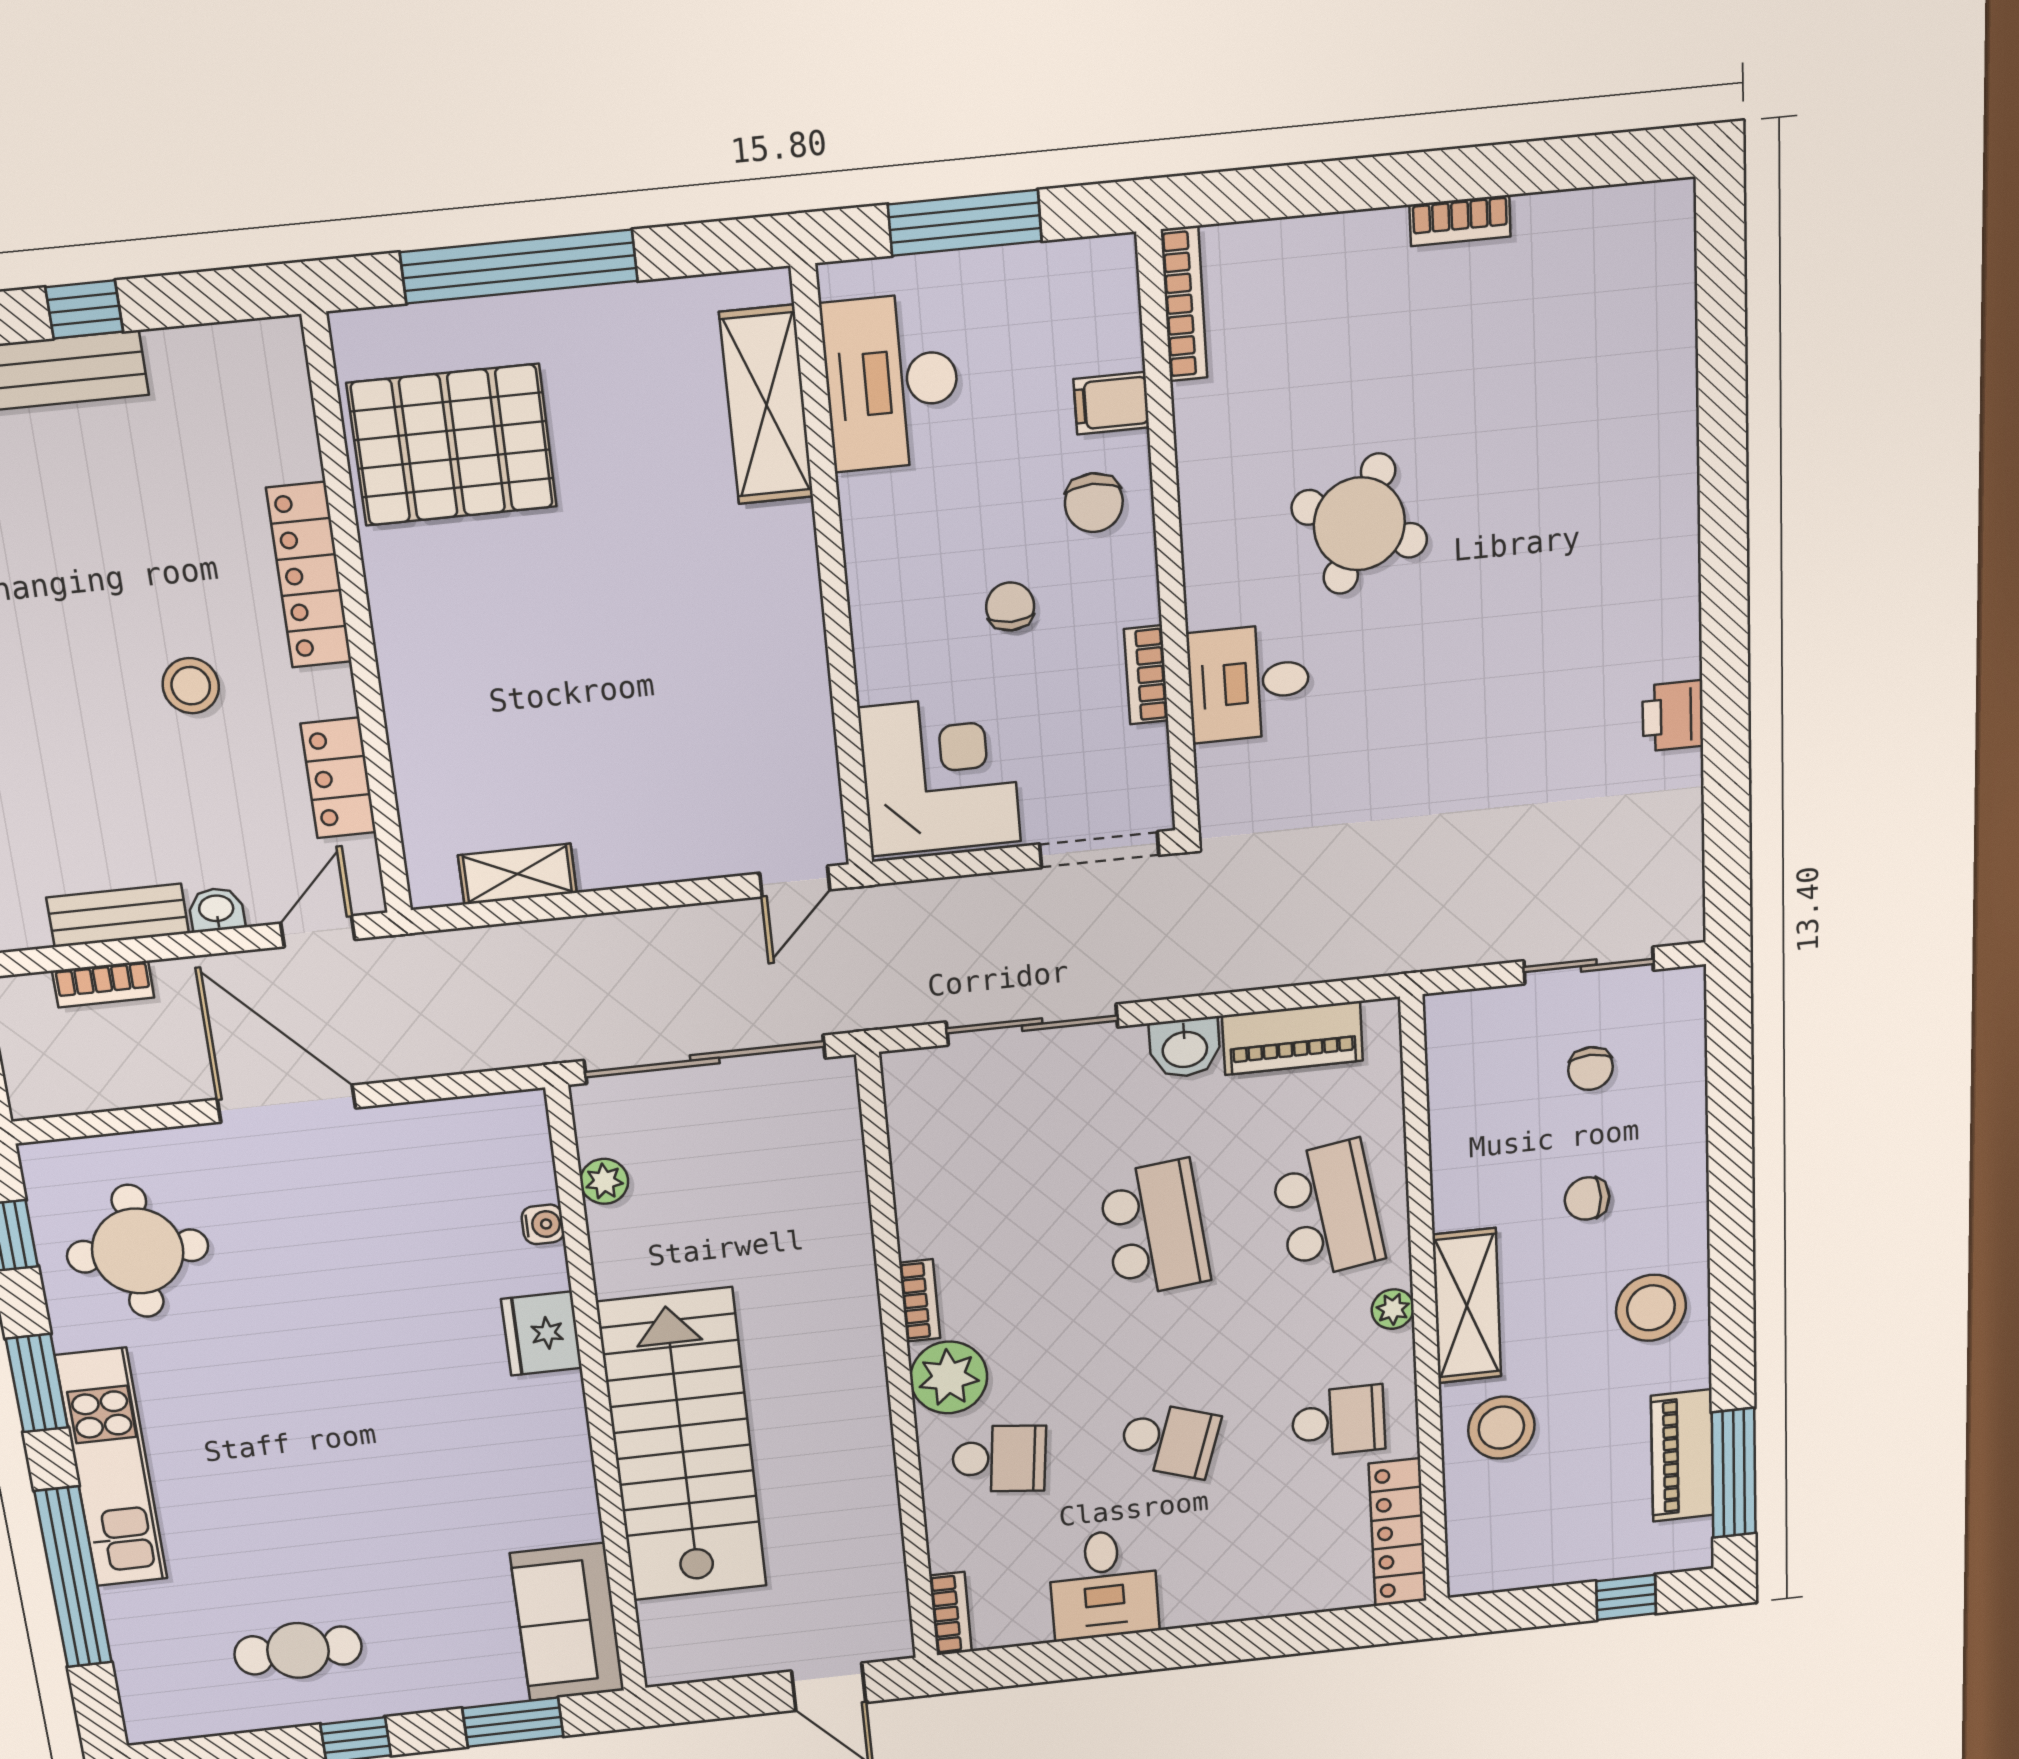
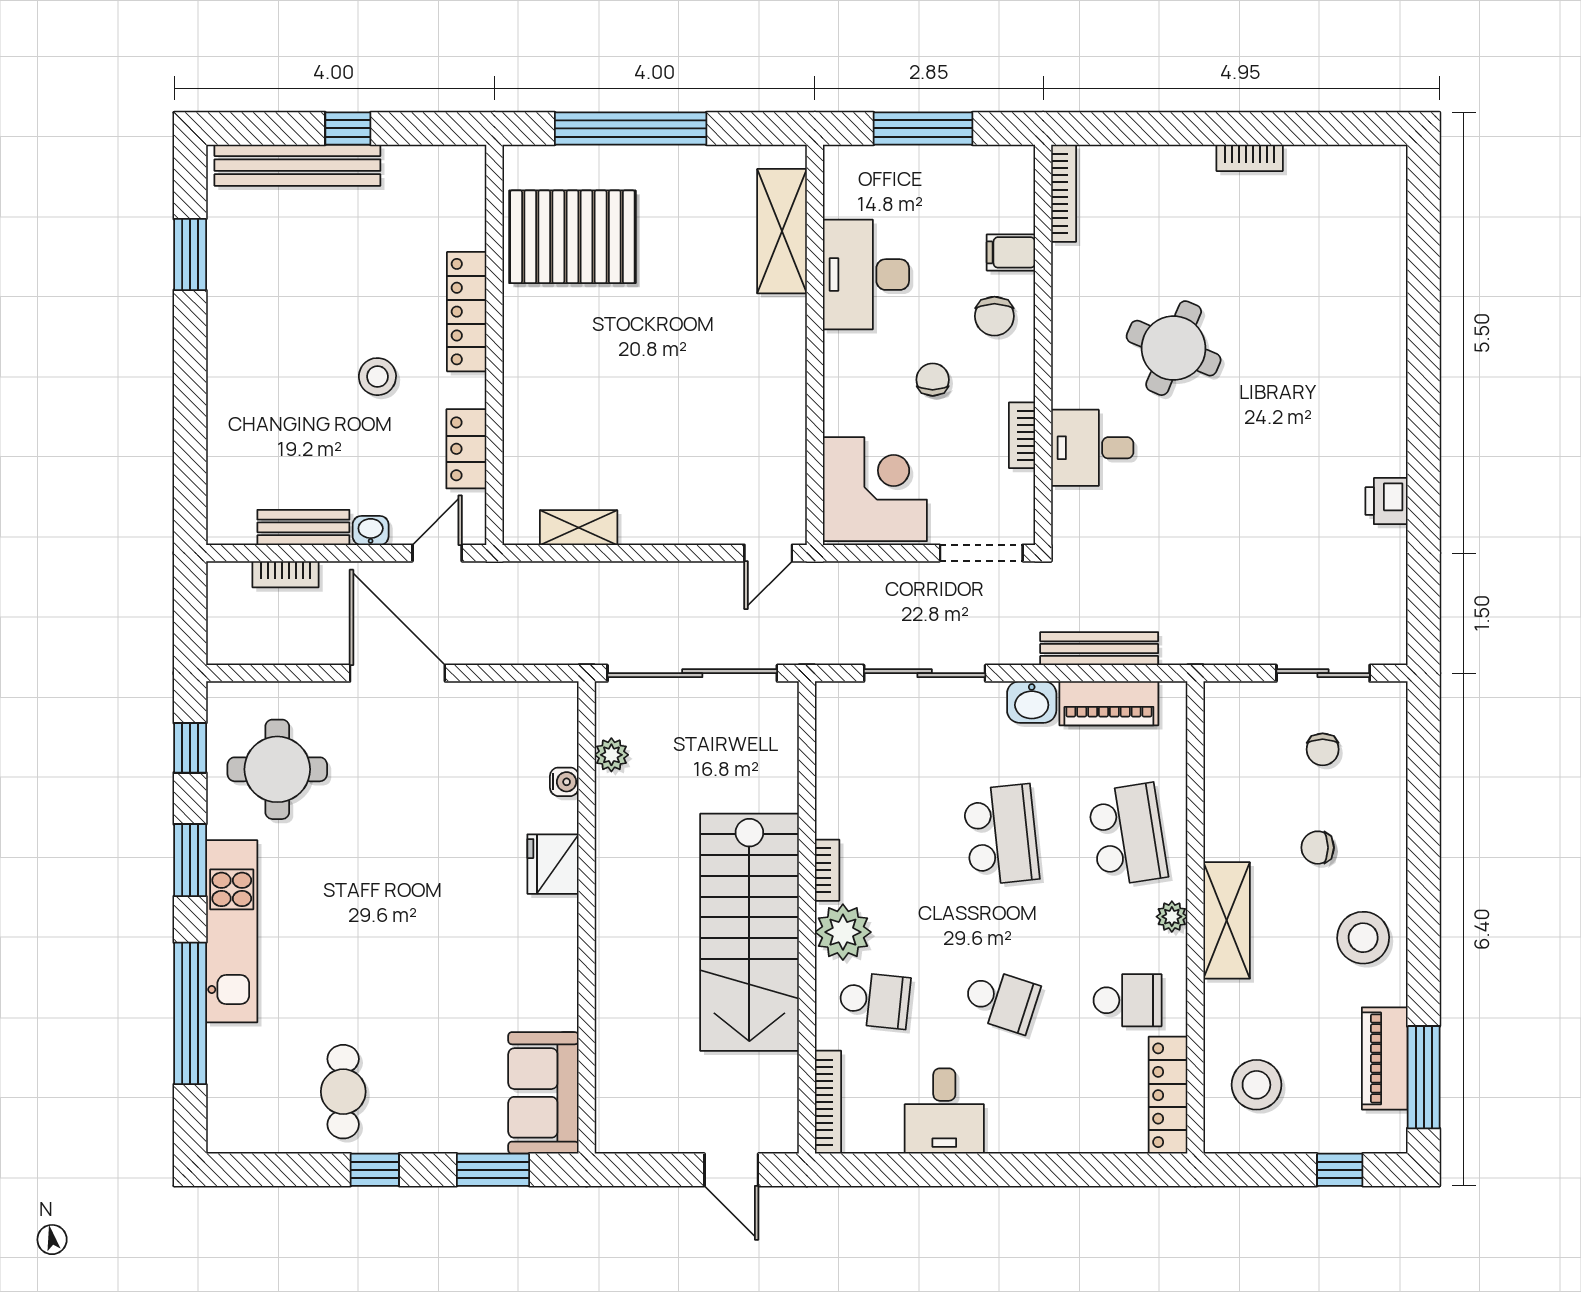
desk: (892, 382) -> (866, 275), moved
bench: (1275, 965) -> (1099, 649), added
stool: (1501, 1428) -> (1256, 1085), moved
stairs: (682, 1446) -> (749, 932), moved, turned 180
bookcase: (951, 1614) -> (828, 1102), width x1.56
cafe table: (298, 1650) -> (343, 1092), turned 90

